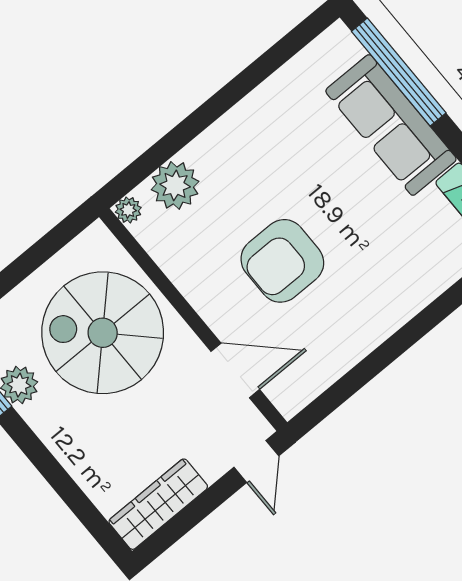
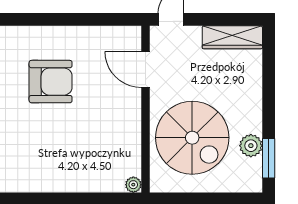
plant: (175, 185) -> (102, 178), removed
armchair: (282, 261) -> (51, 82), moved

